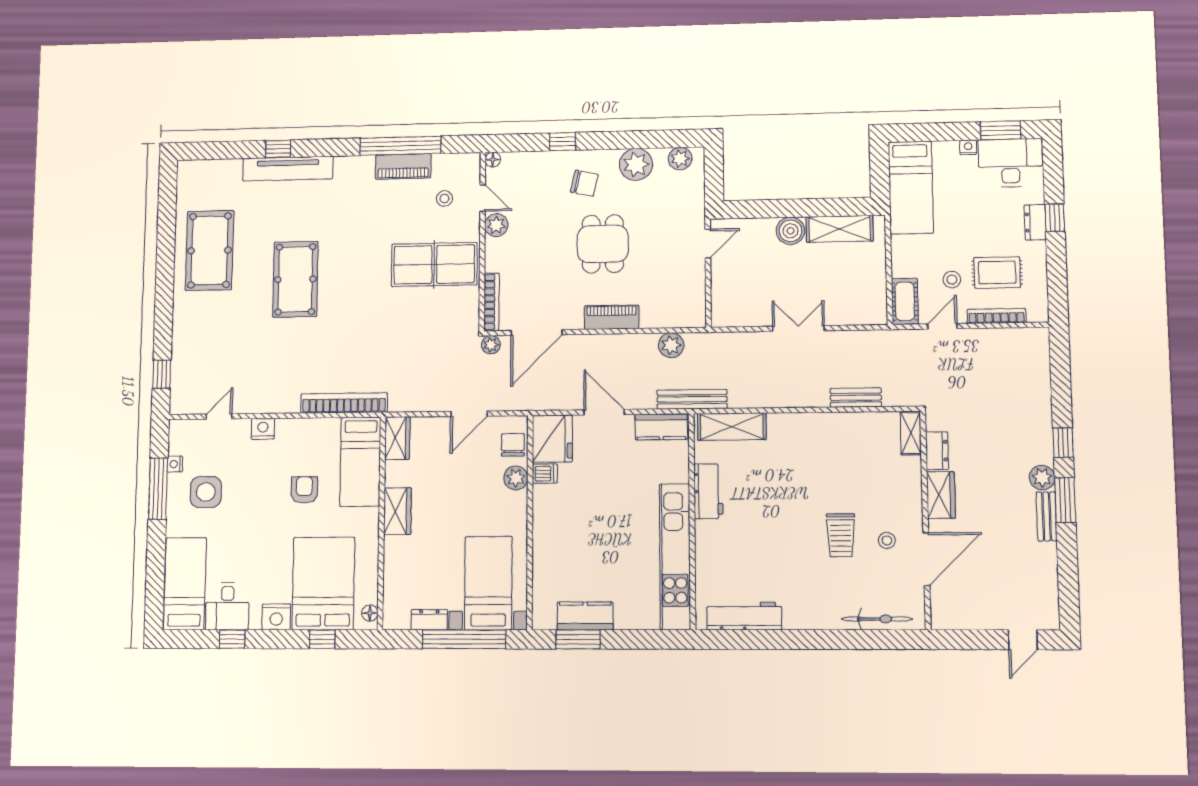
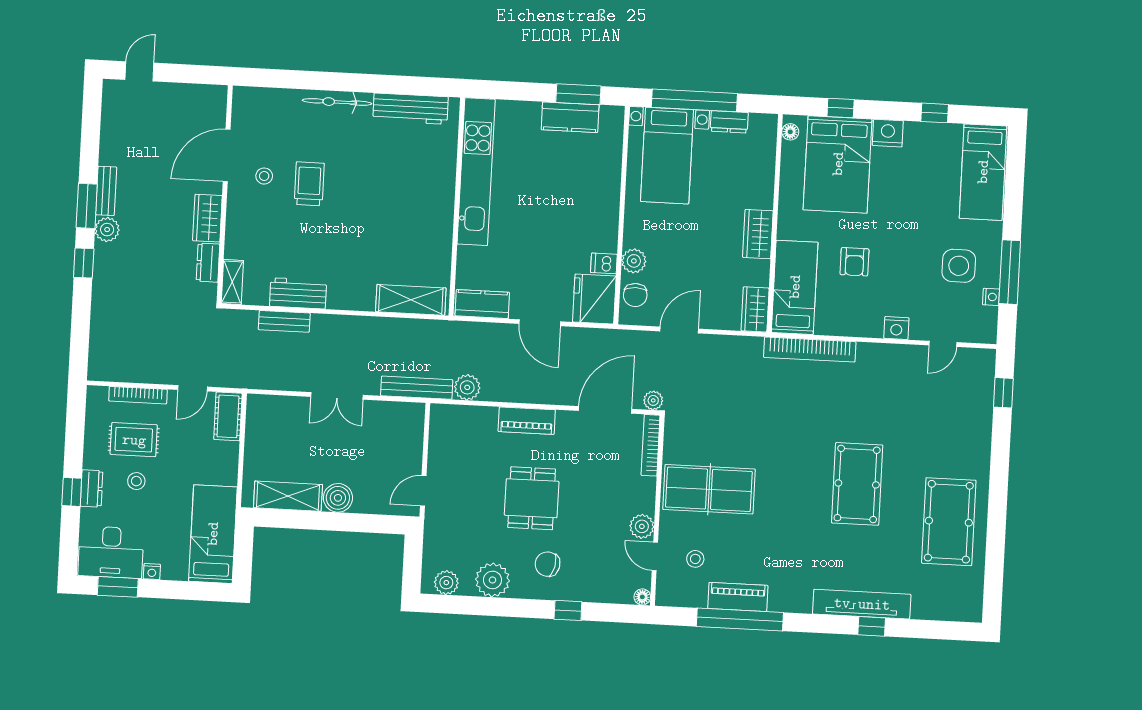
stool: (952, 280) -> (136, 481), moved
bench: (692, 399) -> (417, 388), moved
workbench: (708, 491) -> (298, 293), moved, turned 90
desk: (227, 606) -> (939, 147), removed
bicycle: (877, 619) -> (337, 102), moved

